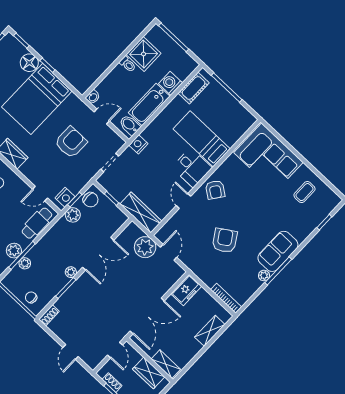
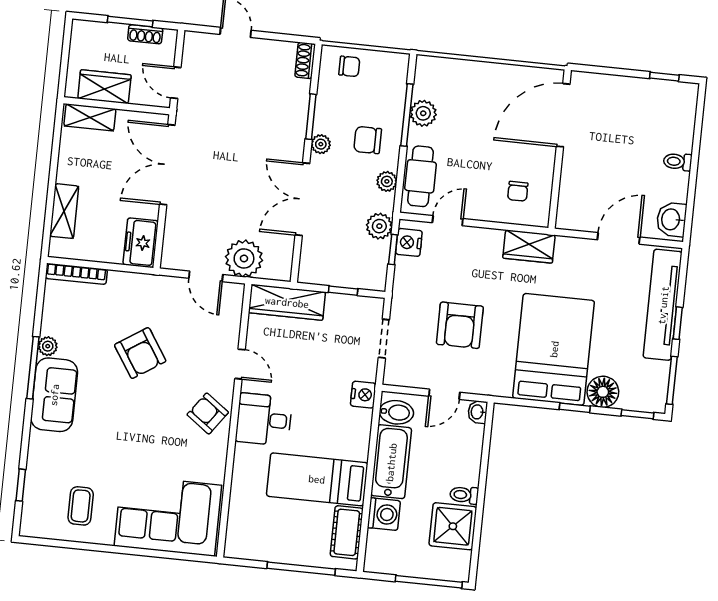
bed: (202, 139) -> (317, 479), moved, turned 180
chair: (91, 200) -> (368, 140), moved
plant: (25, 263) -> (387, 181), moved

